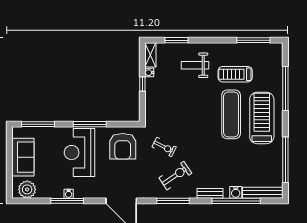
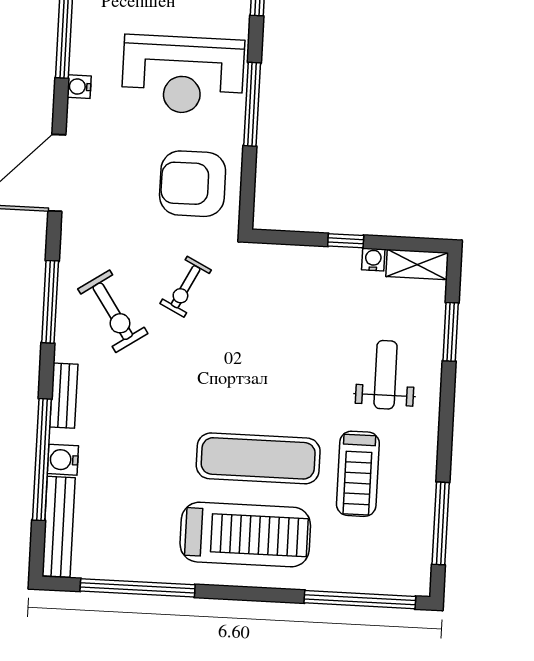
treadmill: (235, 74) -> (358, 474), turned 180
window: (285, 88) -> (360, 600), moved
reception desk: (79, 153) -> (183, 75), turned 180
water cooler: (69, 194) -> (79, 87), moved

